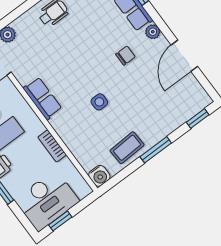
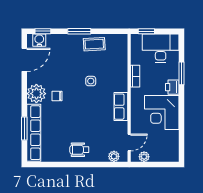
plant: (153, 32) -> (36, 94), width x1.88, depth x1.88
door: (184, 56) -> (24, 60), moved
water cooler: (99, 176) -> (39, 40), moved
window: (60, 221) -> (146, 31), moved

